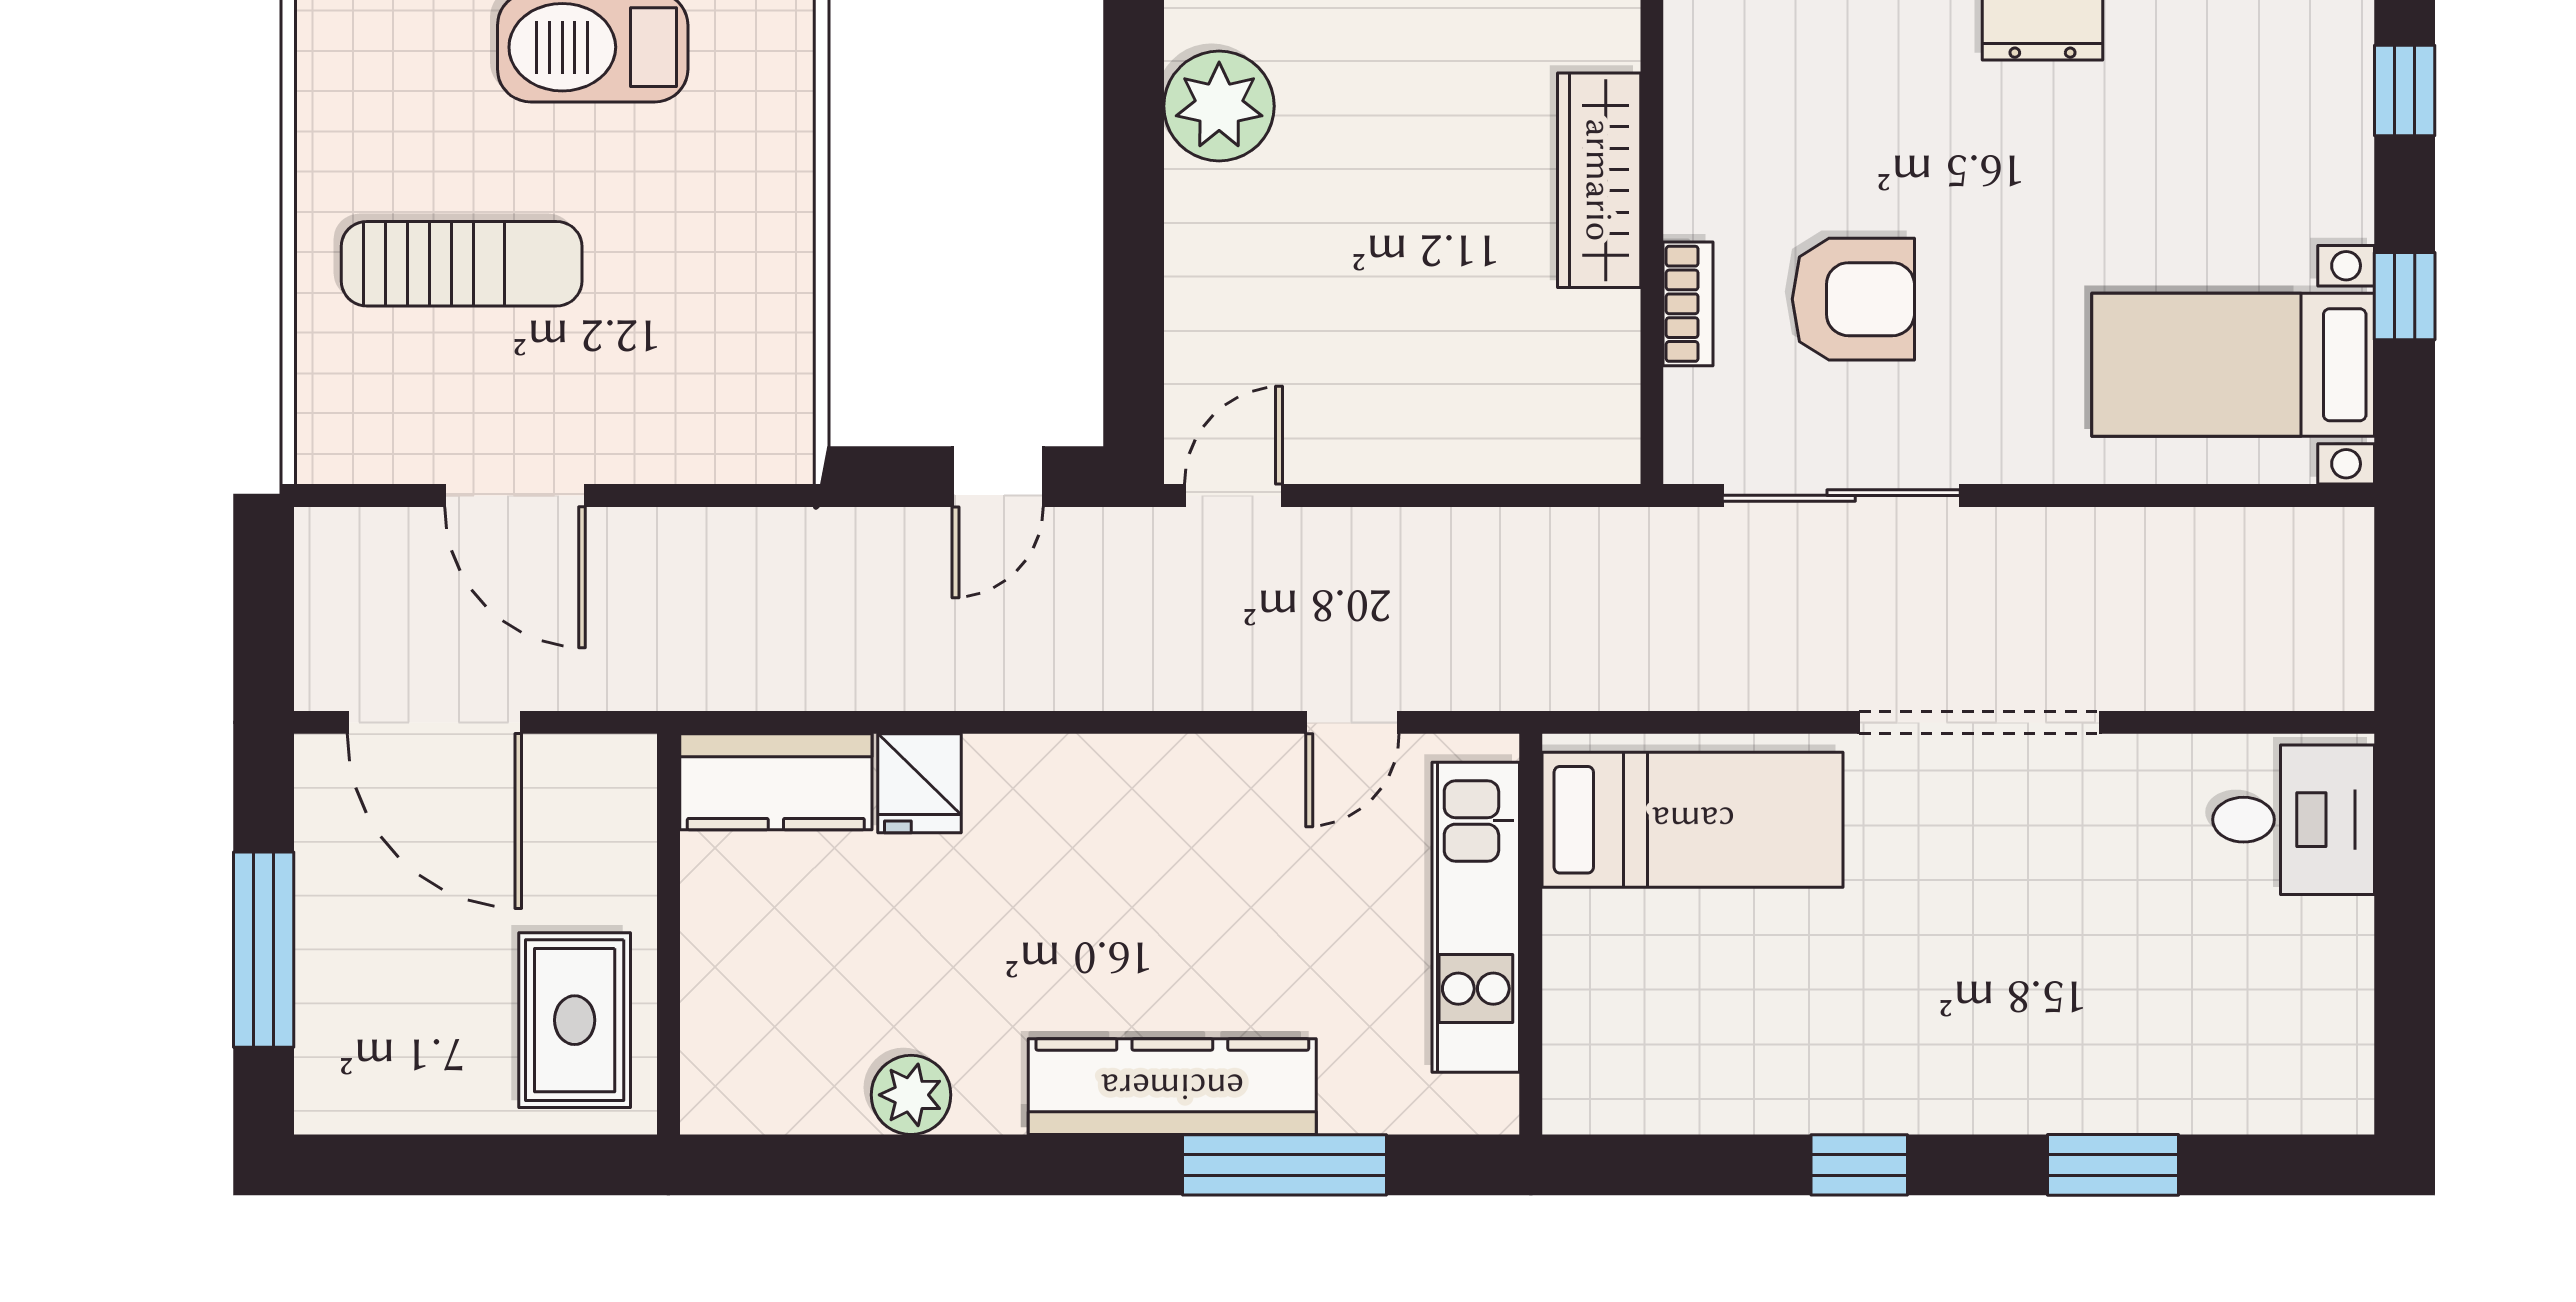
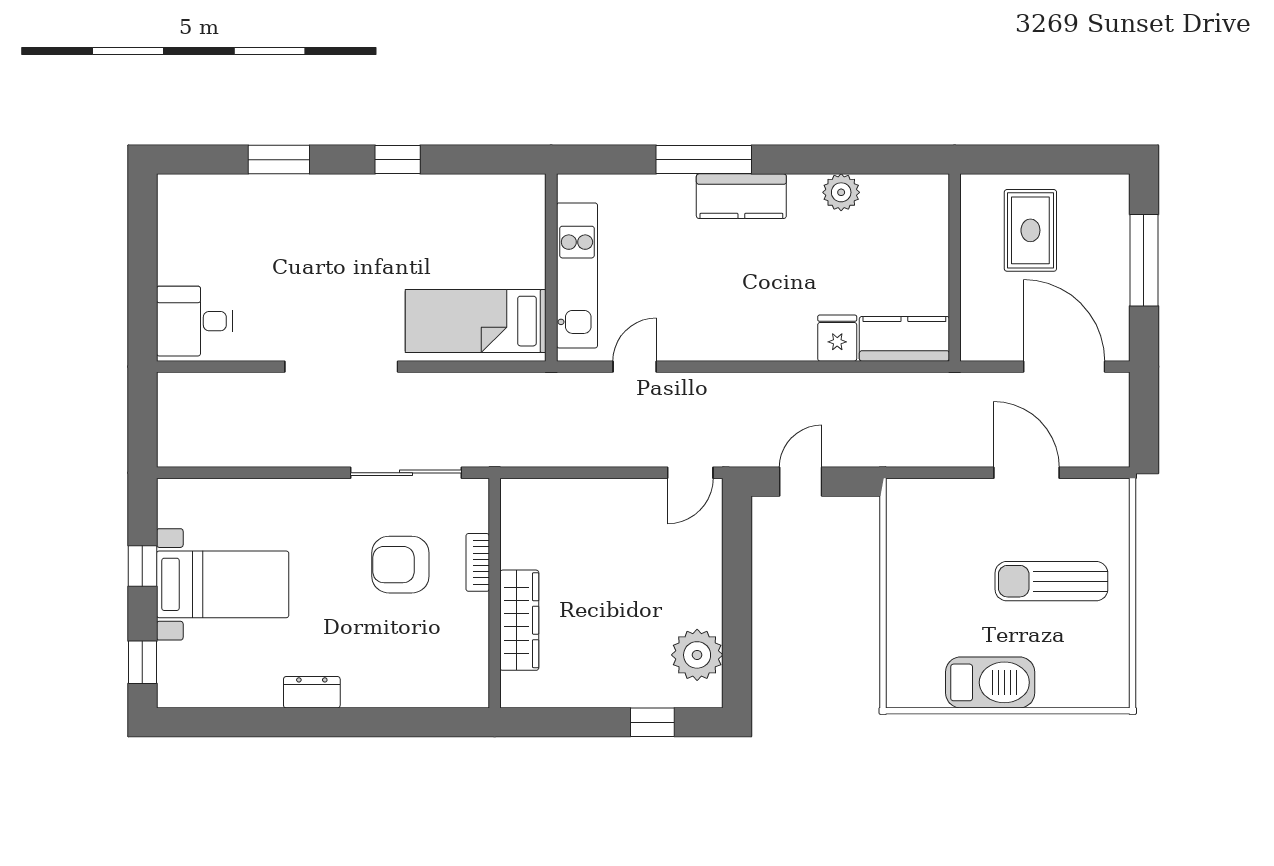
bed with nightstands: (2233, 365) -> (223, 584), moved
rug: (575, 1020) -> (1030, 230), moved
kitchen counter: (1172, 1087) -> (741, 196), width x0.67
window: (1284, 1165) -> (704, 160), moved

